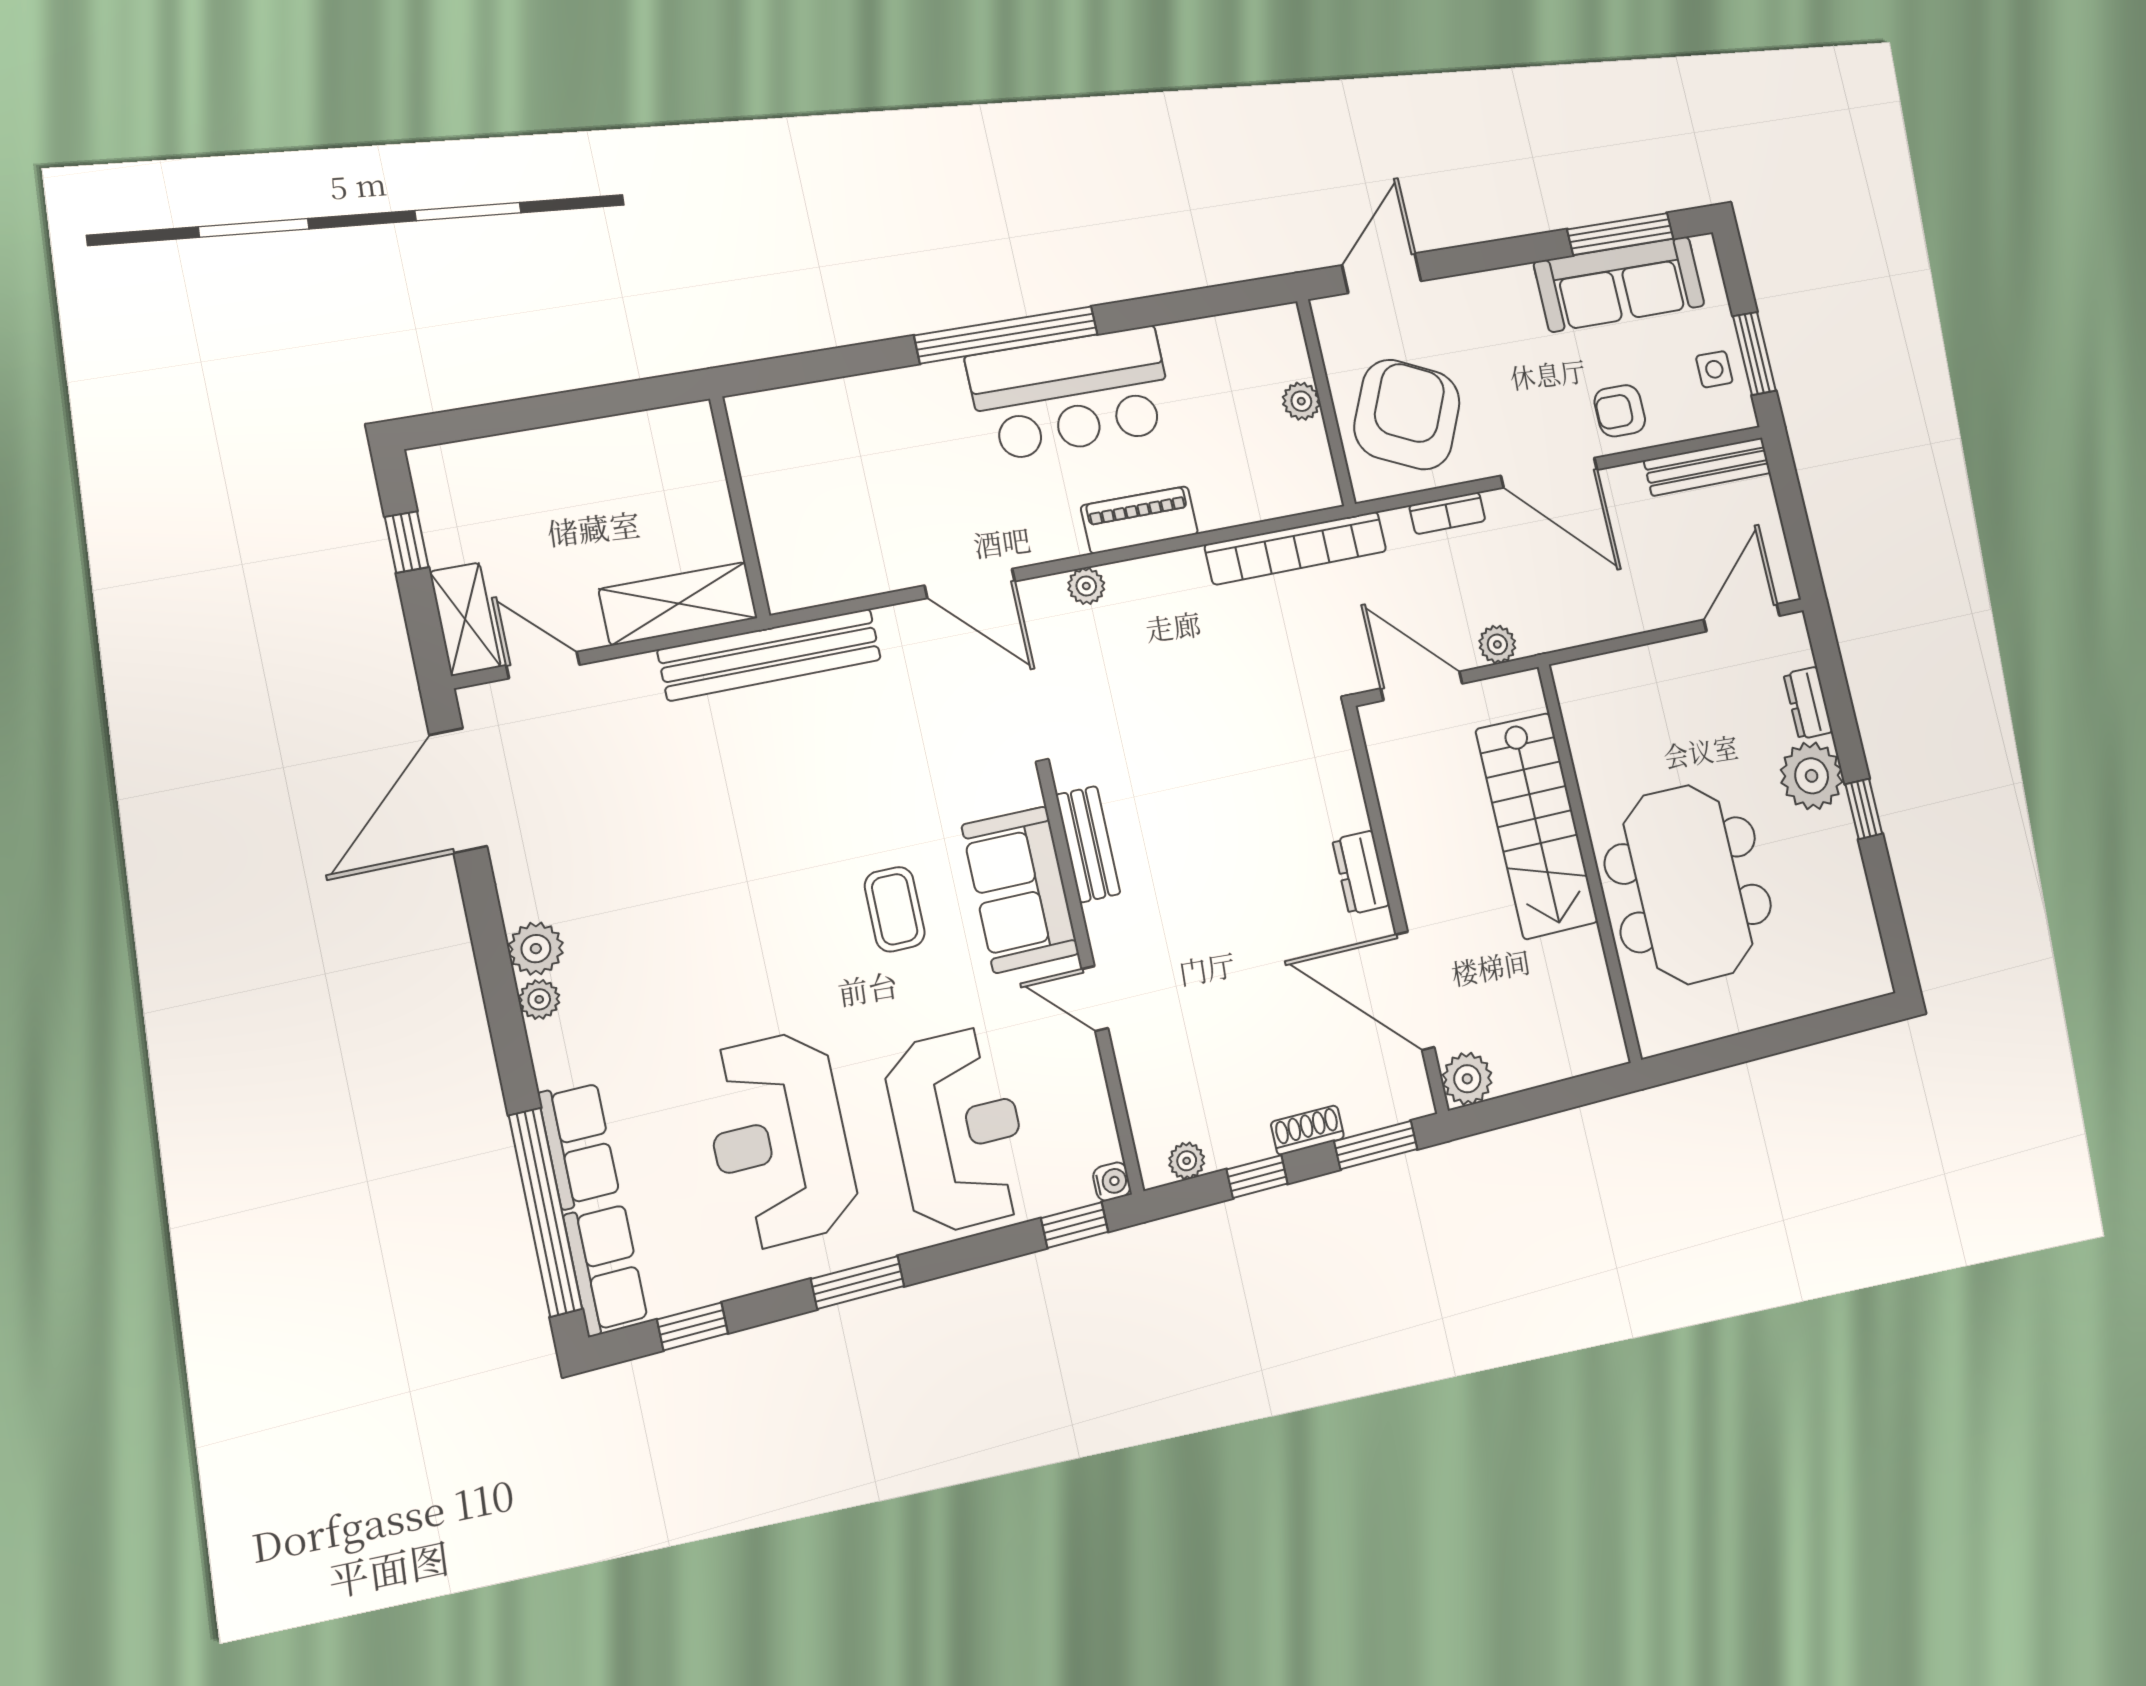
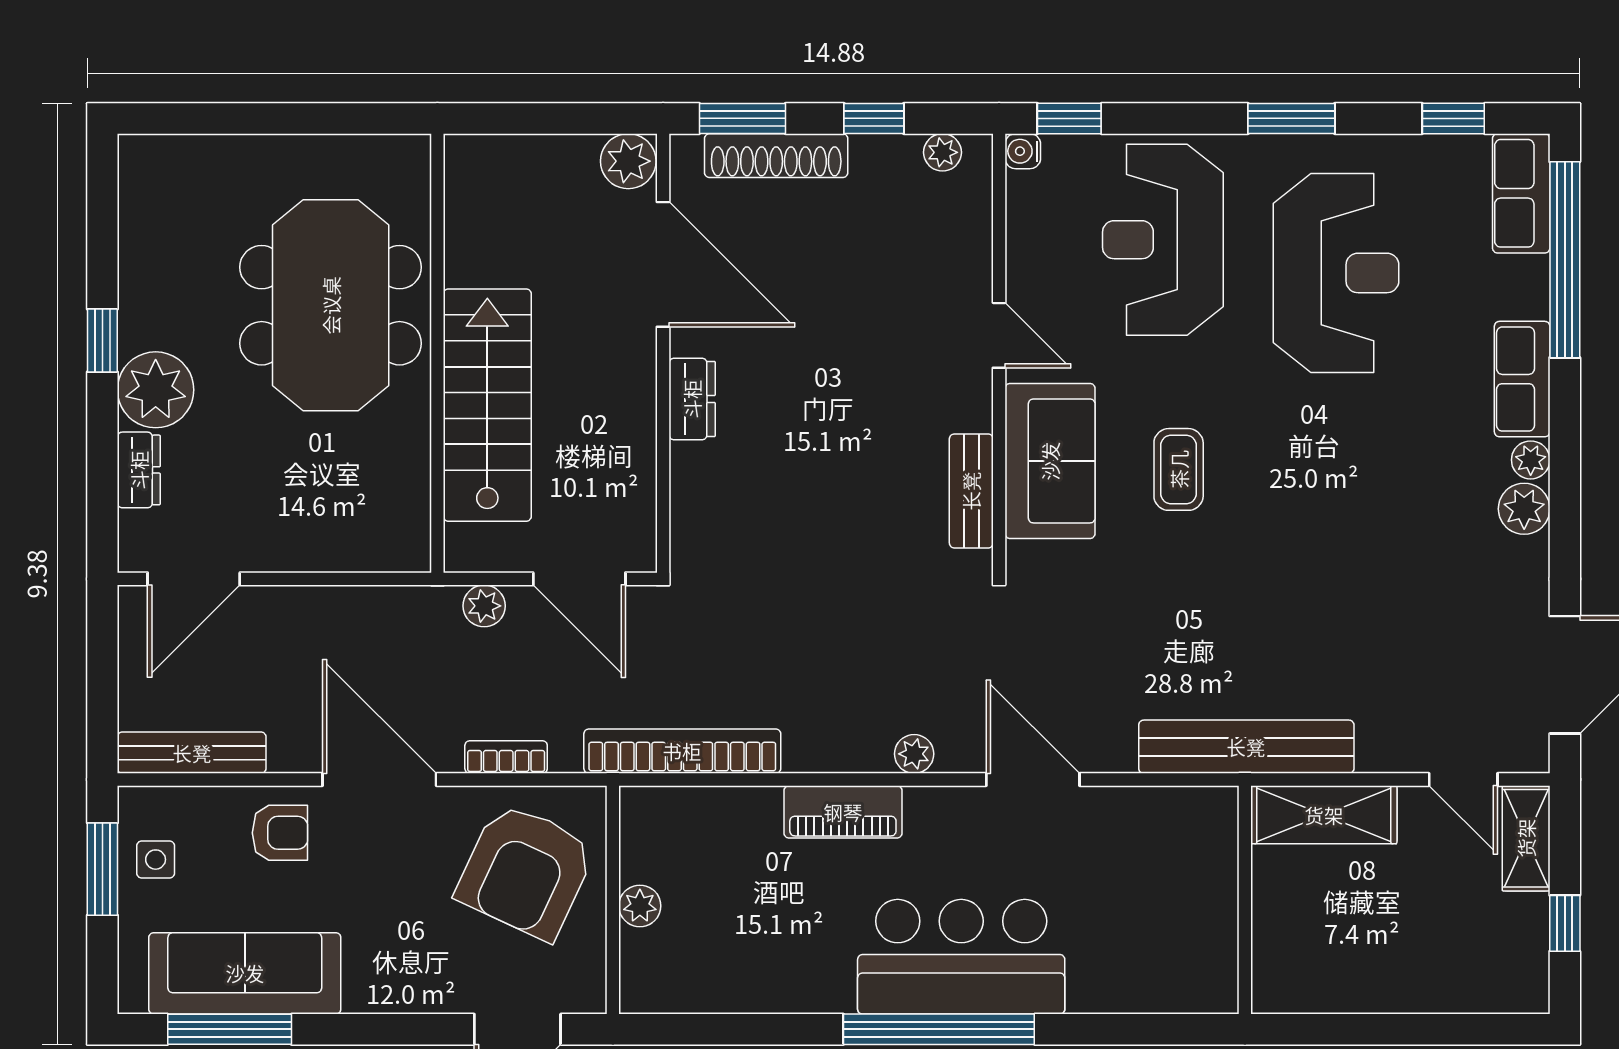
bar counter: (1072, 393) -> (961, 957), moved
shoe rack: (1307, 1130) -> (776, 156), width x1.94, depth x1.24
row of seats: (579, 1145) -> (1522, 379), moved

